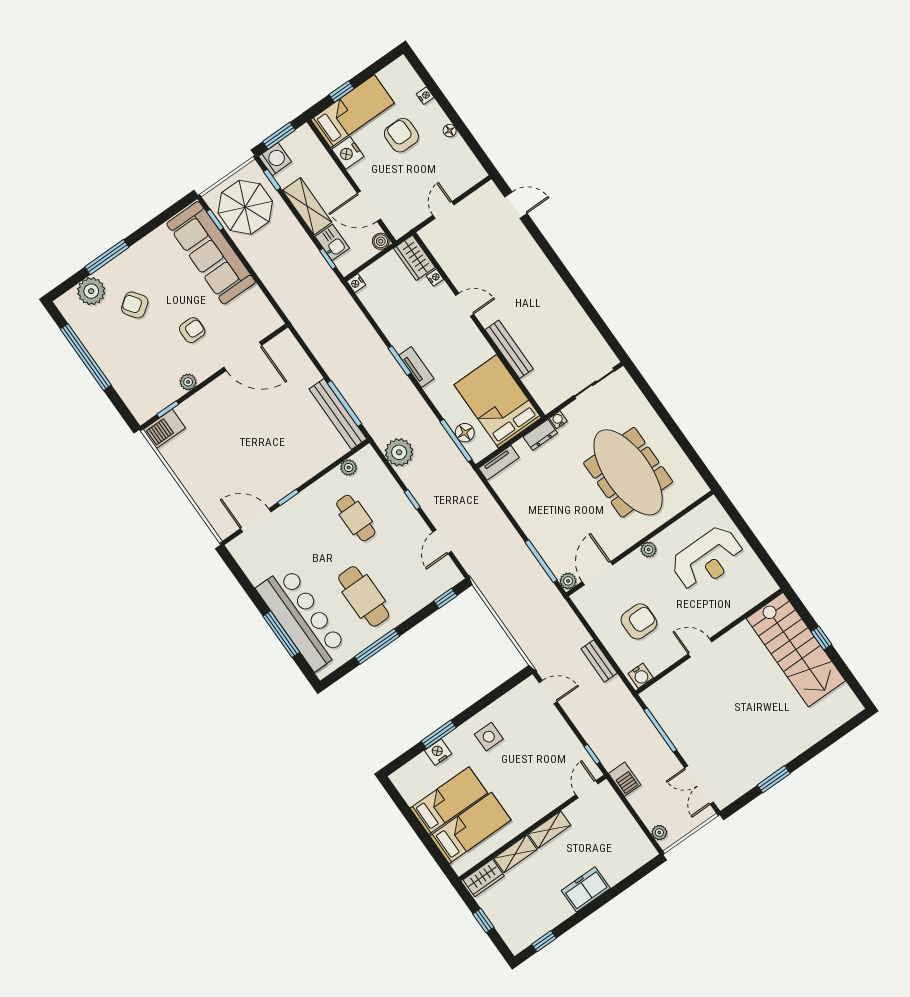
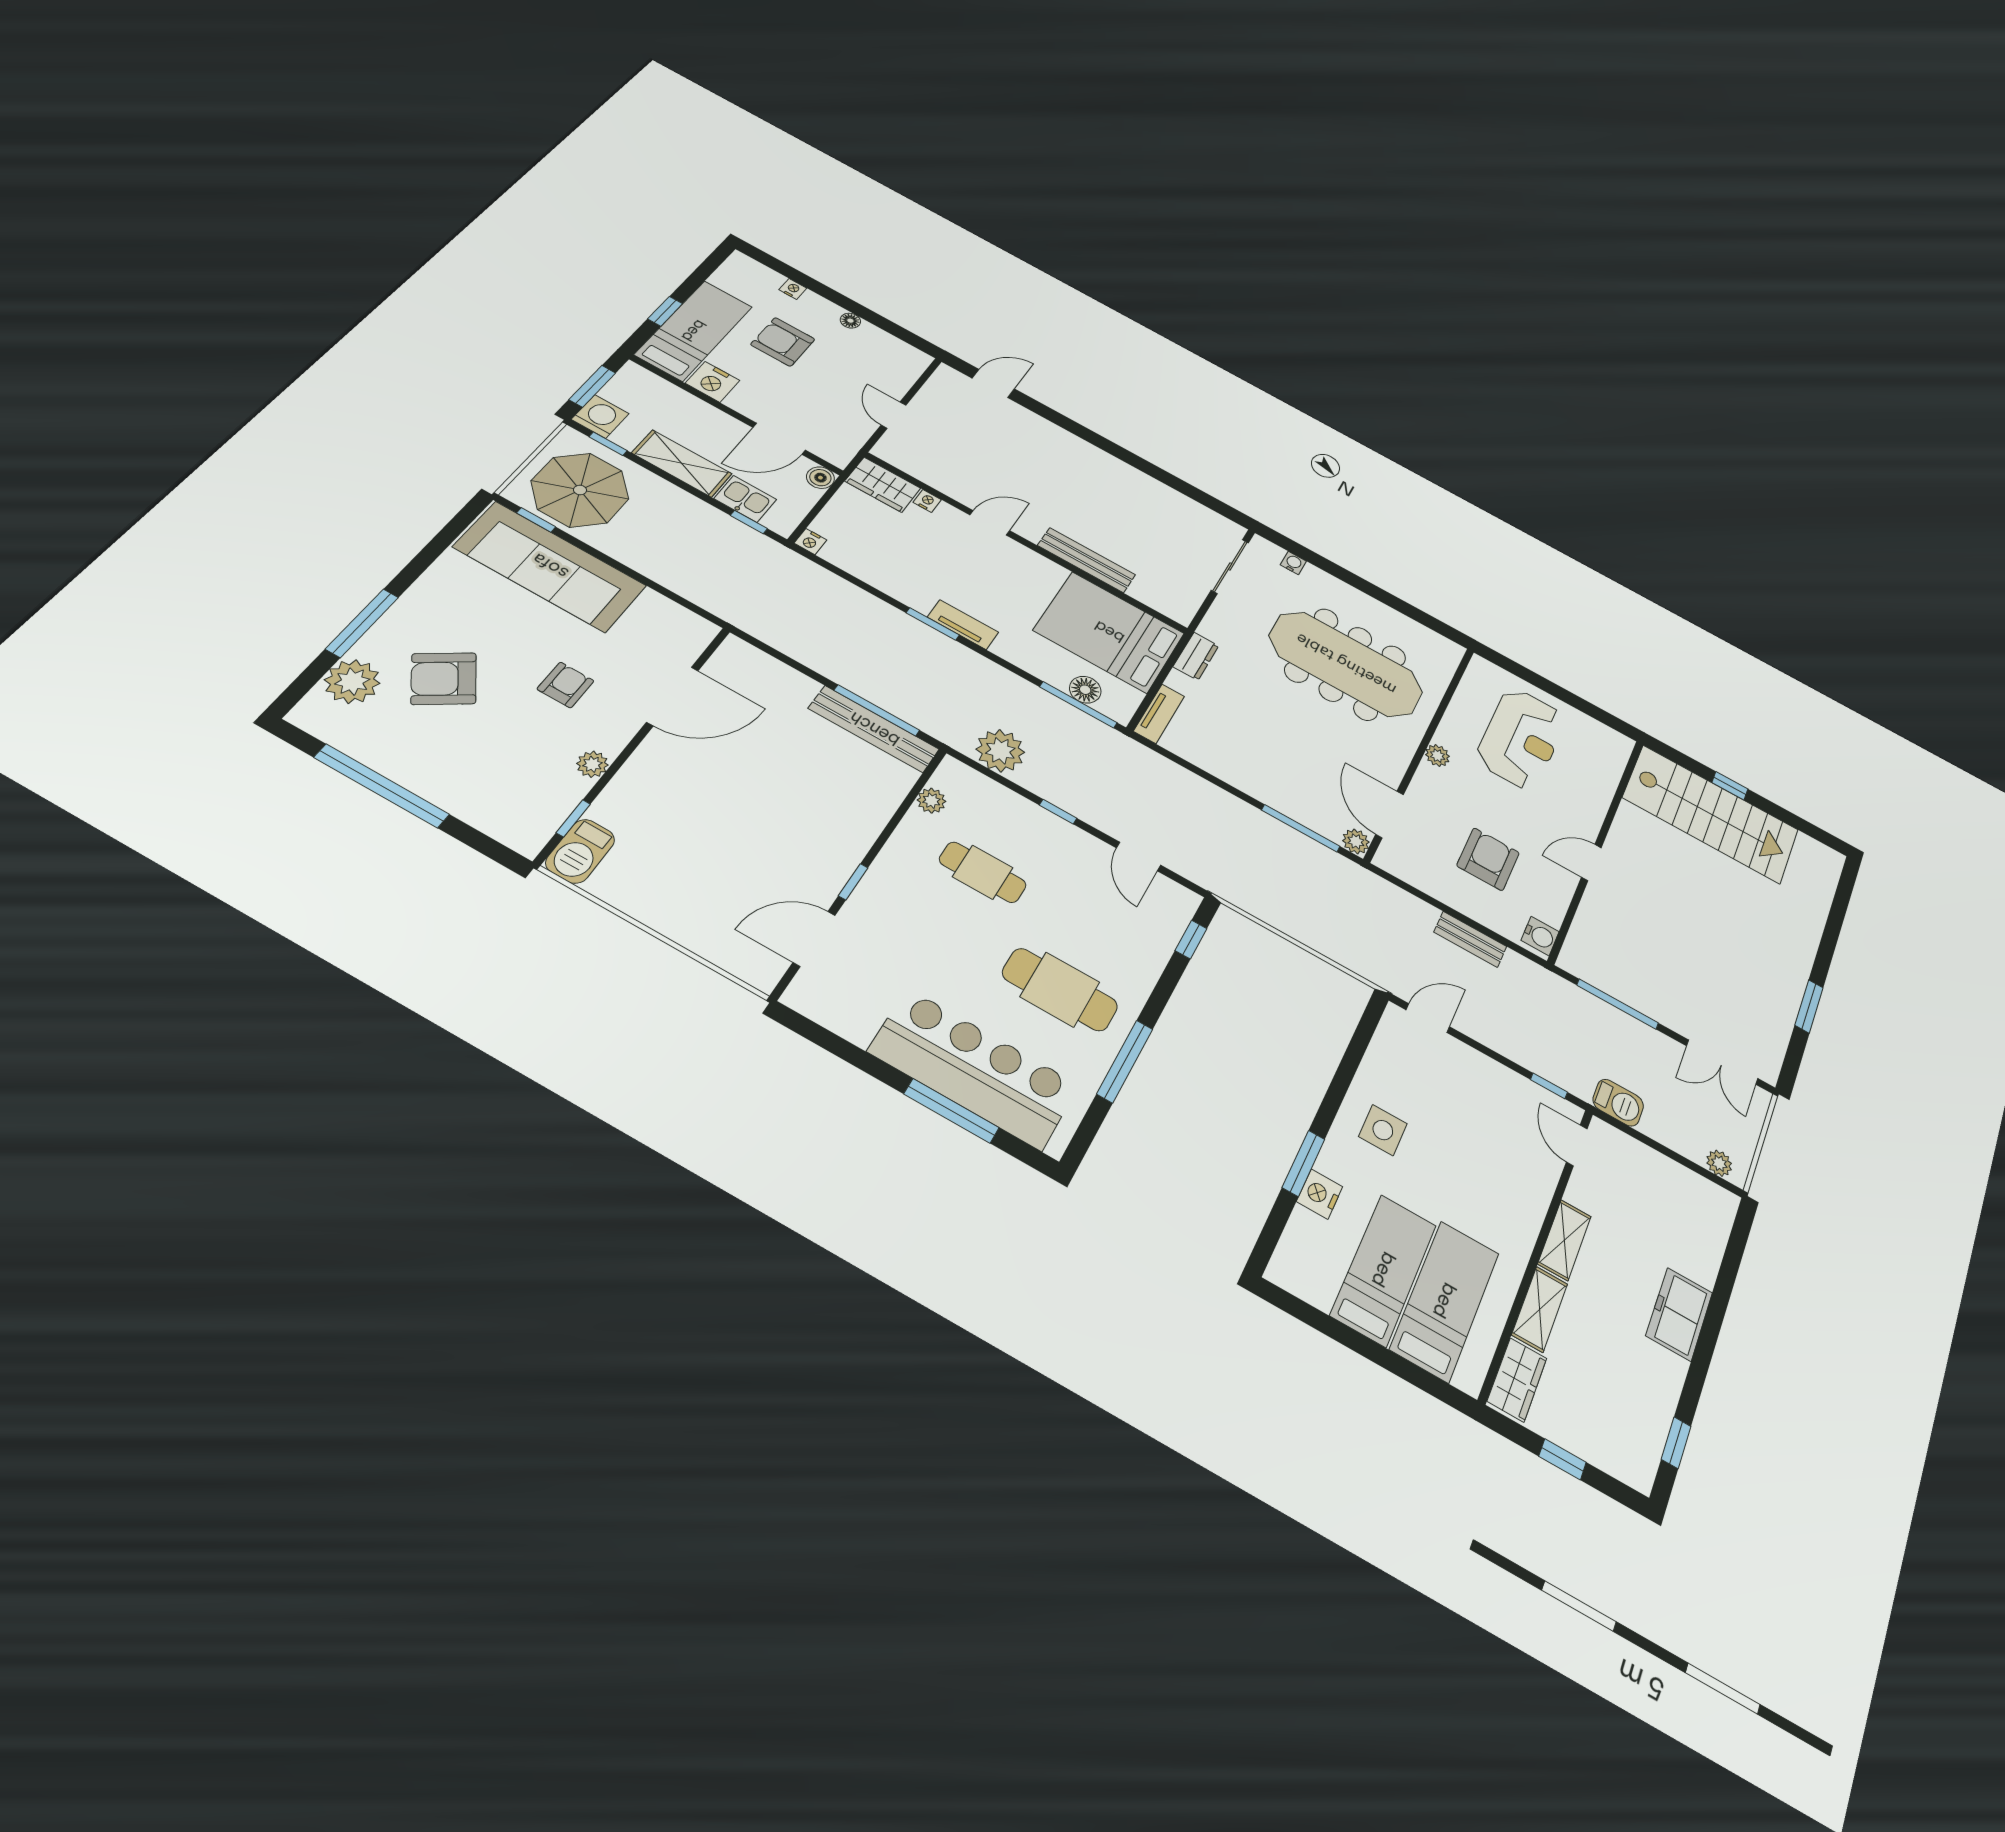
armchair: (135, 305) -> (444, 679), width x1.38, depth x1.38
water cooler: (558, 420) -> (1293, 563), moved, turned 90

